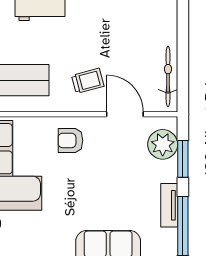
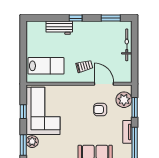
bicycle: (168, 76) -> (127, 45), moved
armchair: (70, 140) -> (100, 110), moved

